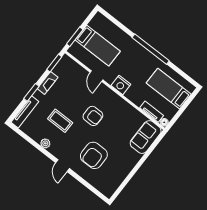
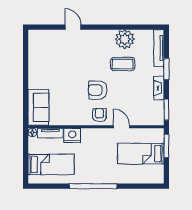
nightstand: (121, 85) -> (72, 135), moved
plant: (45, 143) -> (125, 39), width x1.88, depth x1.88
armchair: (94, 155) -> (99, 115), moved, width x0.53, depth x0.53
door: (62, 166) -> (73, 27), moved

